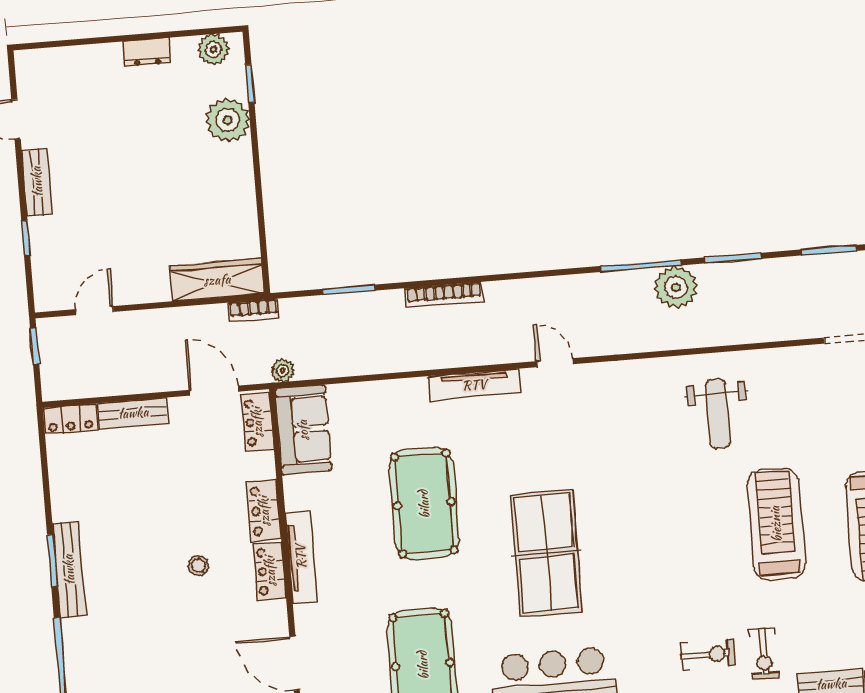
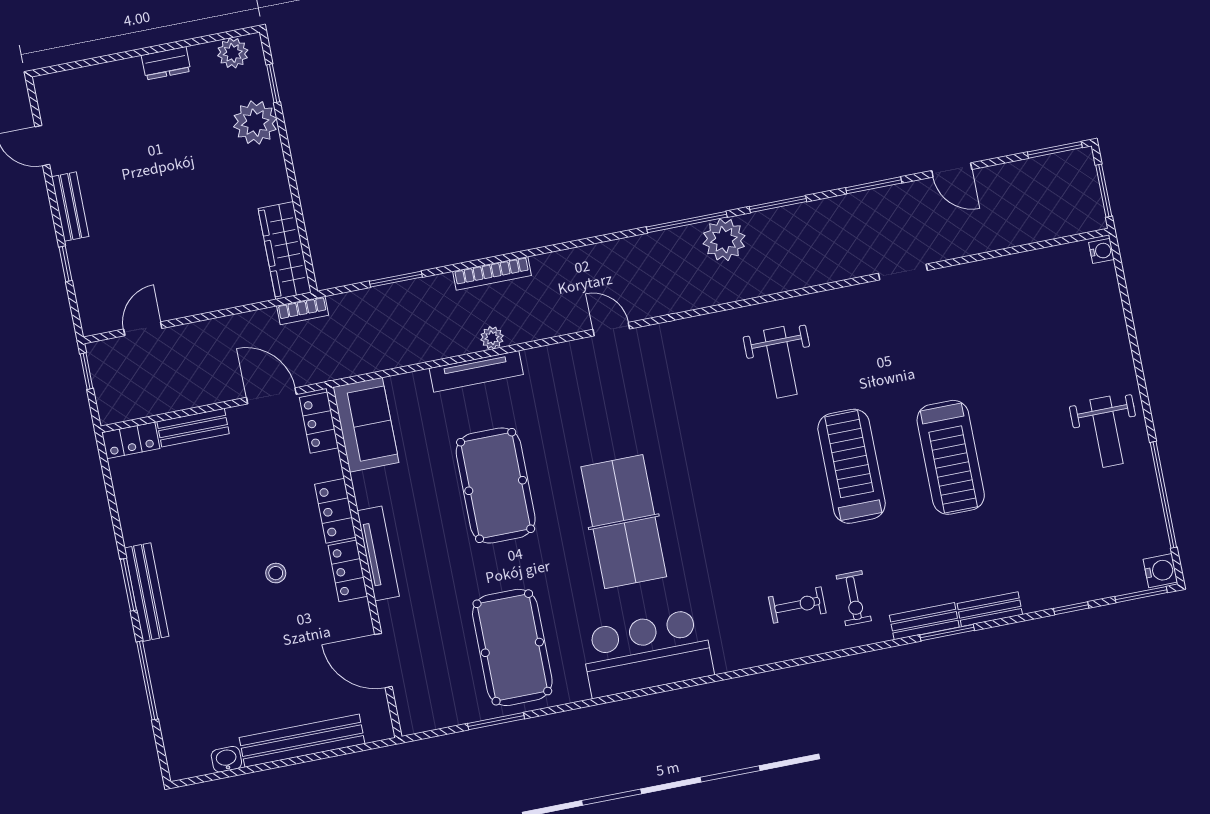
wardrobe: (217, 280) -> (285, 250), moved, turned -90
plant: (283, 371) -> (492, 338), moved
tv unit: (474, 385) -> (476, 371), moved

